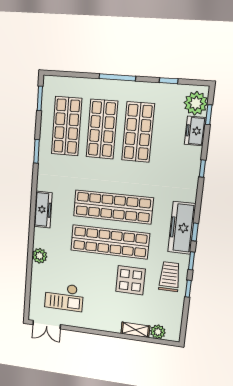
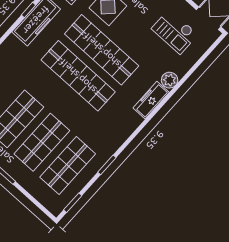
freezer: (43, 210) -> (151, 100), moved
checkout: (64, 297) -> (175, 32), turned 180

